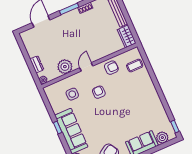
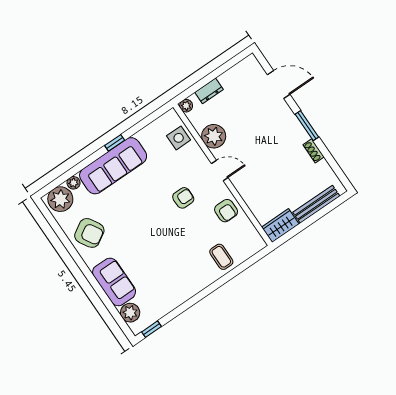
coffee table: (135, 66) -> (221, 257), moved
side table: (72, 94) -> (179, 138), moved

